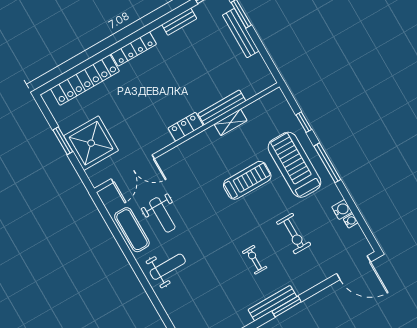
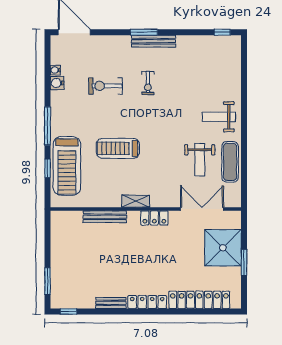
bench: (179, 22) -> (111, 303), moved
bench: (241, 33) -> (57, 266), removed
shelving: (231, 122) -> (136, 201), moved
locker: (186, 127) -> (154, 218), moved
treadmill: (294, 165) -> (67, 166), moved
weight bench: (162, 215) -> (200, 160), turned 180
exercise bike: (294, 234) -> (106, 86), turned -90

